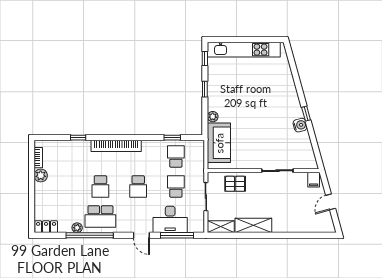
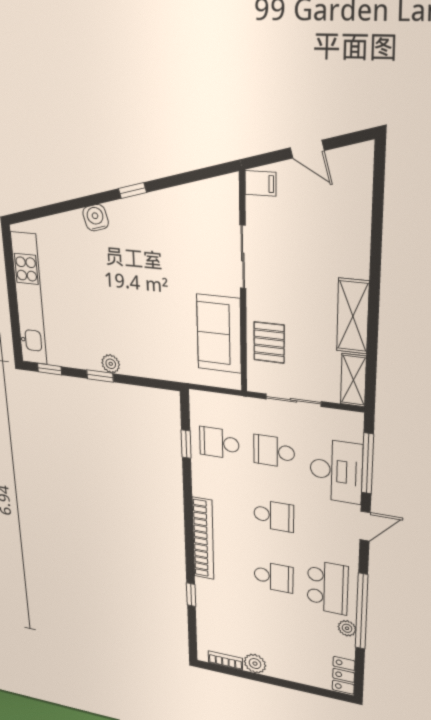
plant: (213, 117) -> (111, 364), moved
water cooler: (300, 125) -> (96, 218), moved
sofa: (219, 143) -> (219, 334), moved, turned -90

